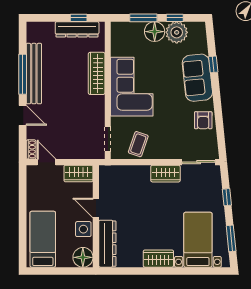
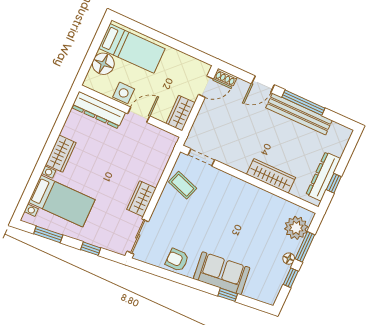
floor lamp: (155, 32) -> (289, 259), width x0.53, depth x0.53
plant: (177, 32) -> (296, 228), moved
corner sofa: (132, 87) -> (242, 205), removed
floor lamp: (83, 257) -> (103, 64), moved

